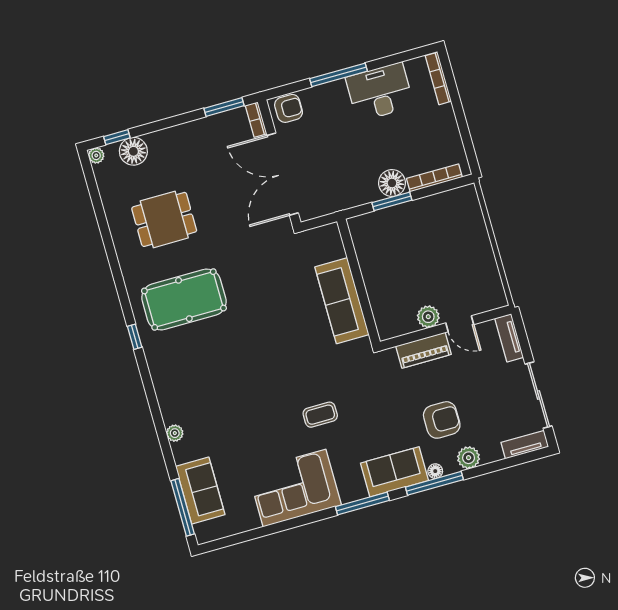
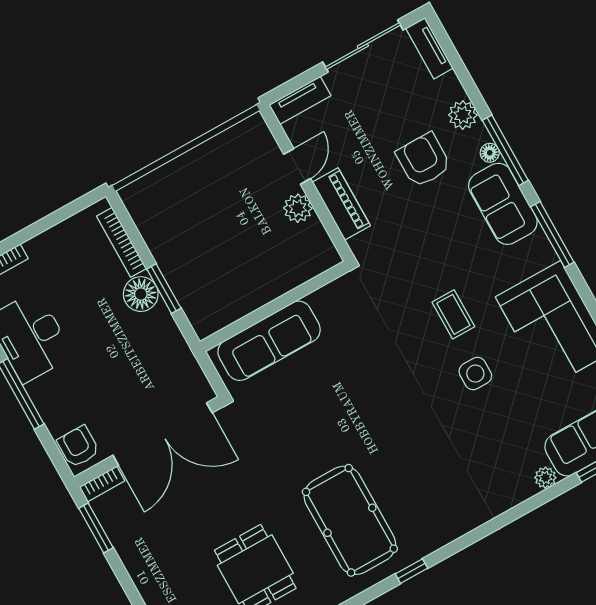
sofa: (342, 301) -> (269, 341), moved
side table: (272, 420) -> (475, 374), added
plant: (175, 433) -> (545, 478), moved

